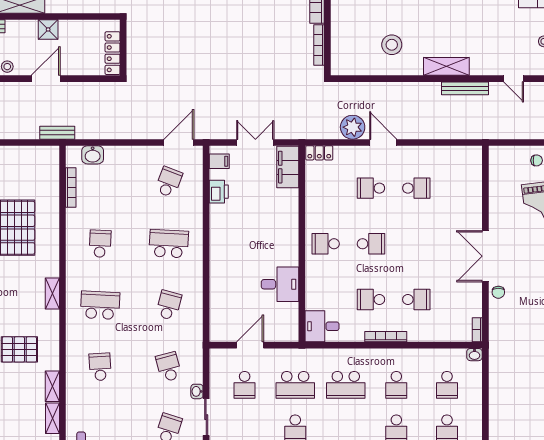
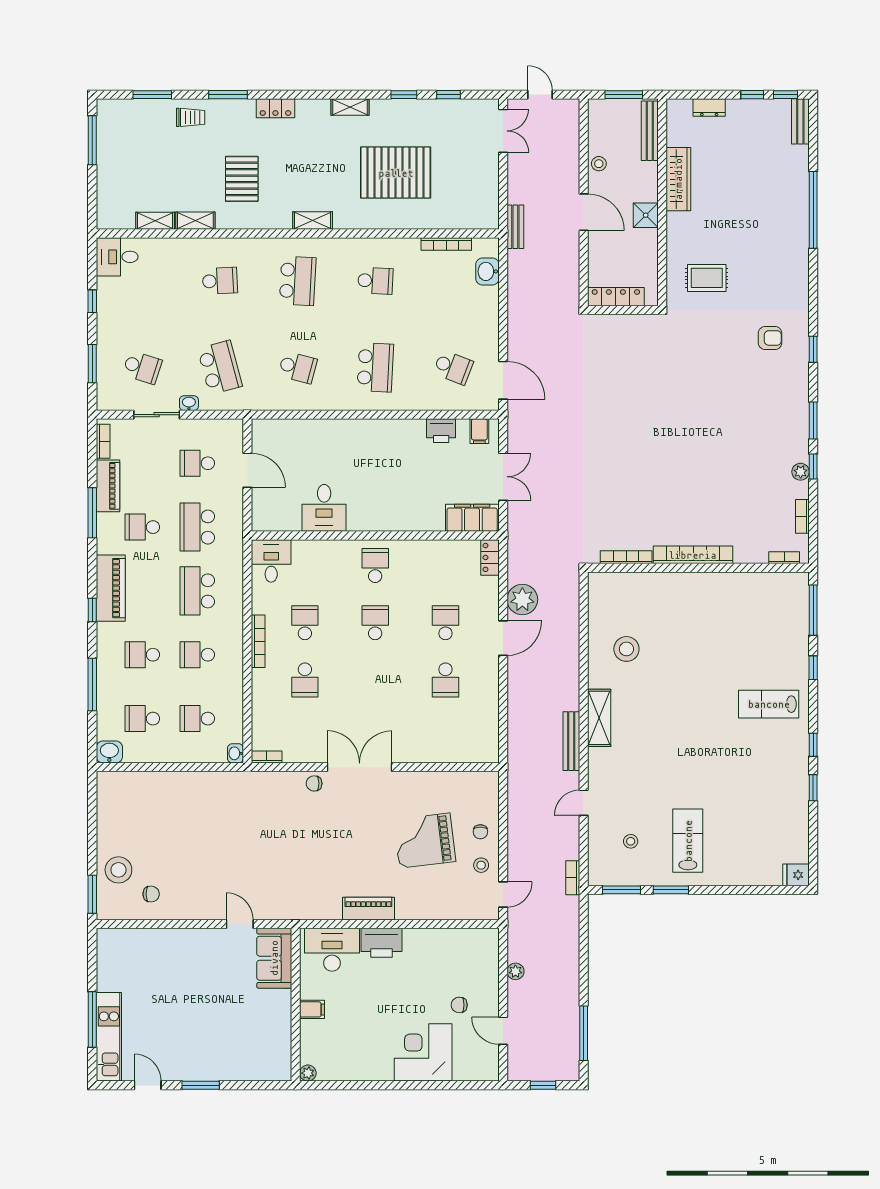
school desk: (371, 244) -> (375, 623), turned 180
school desk: (169, 367) -> (220, 367), width x1.85

